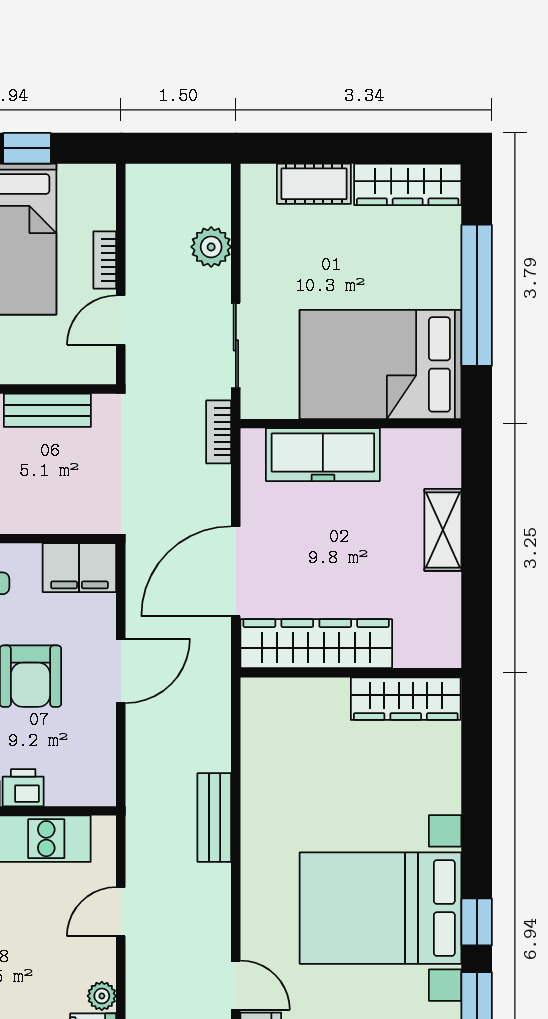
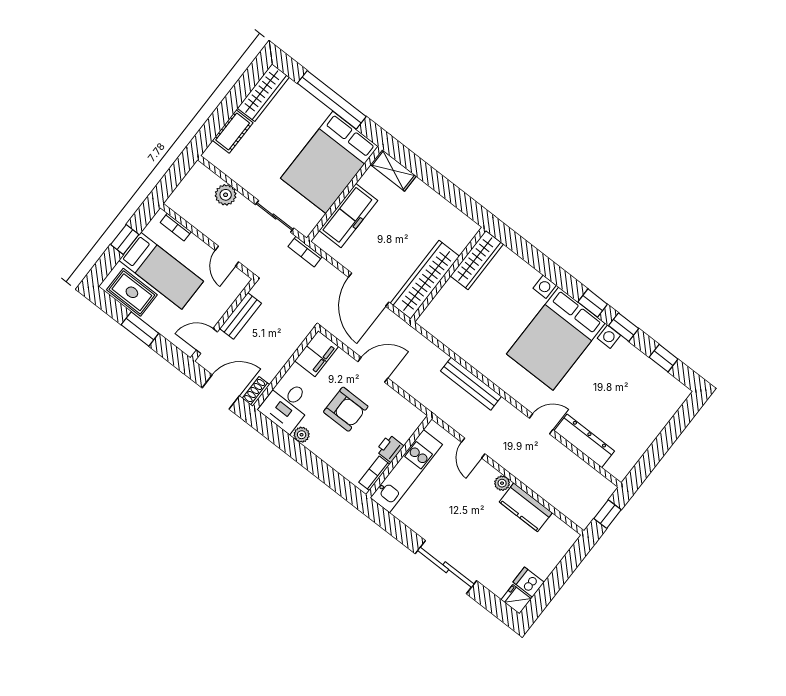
bookcase: (105, 260) -> (176, 227), moved
shelving: (443, 530) -> (393, 170), moved
door: (121, 671) -> (373, 370), hinge flipped
bench: (214, 818) -> (471, 384), width x1.36

